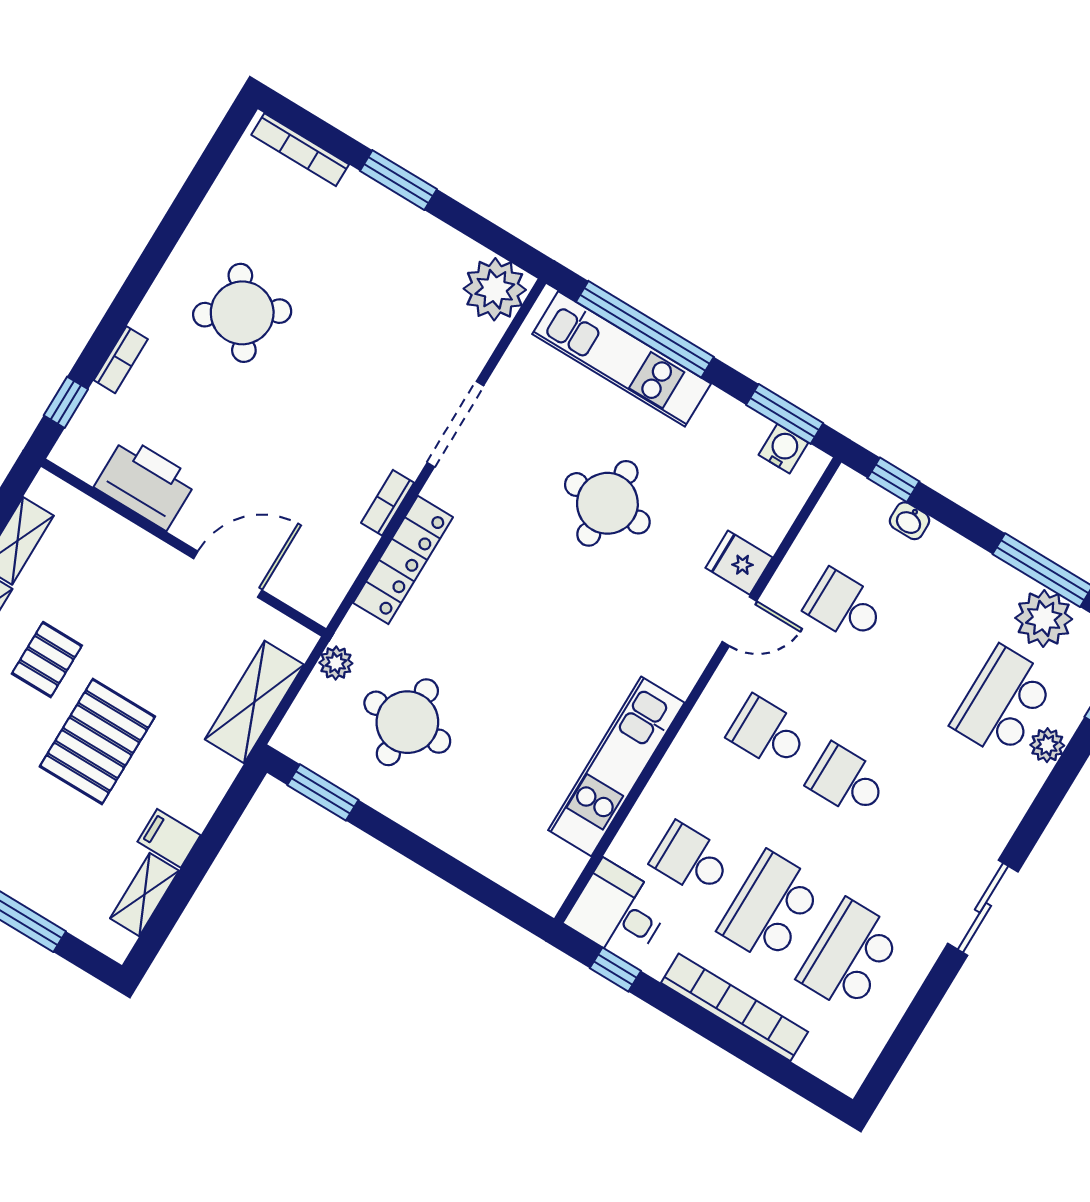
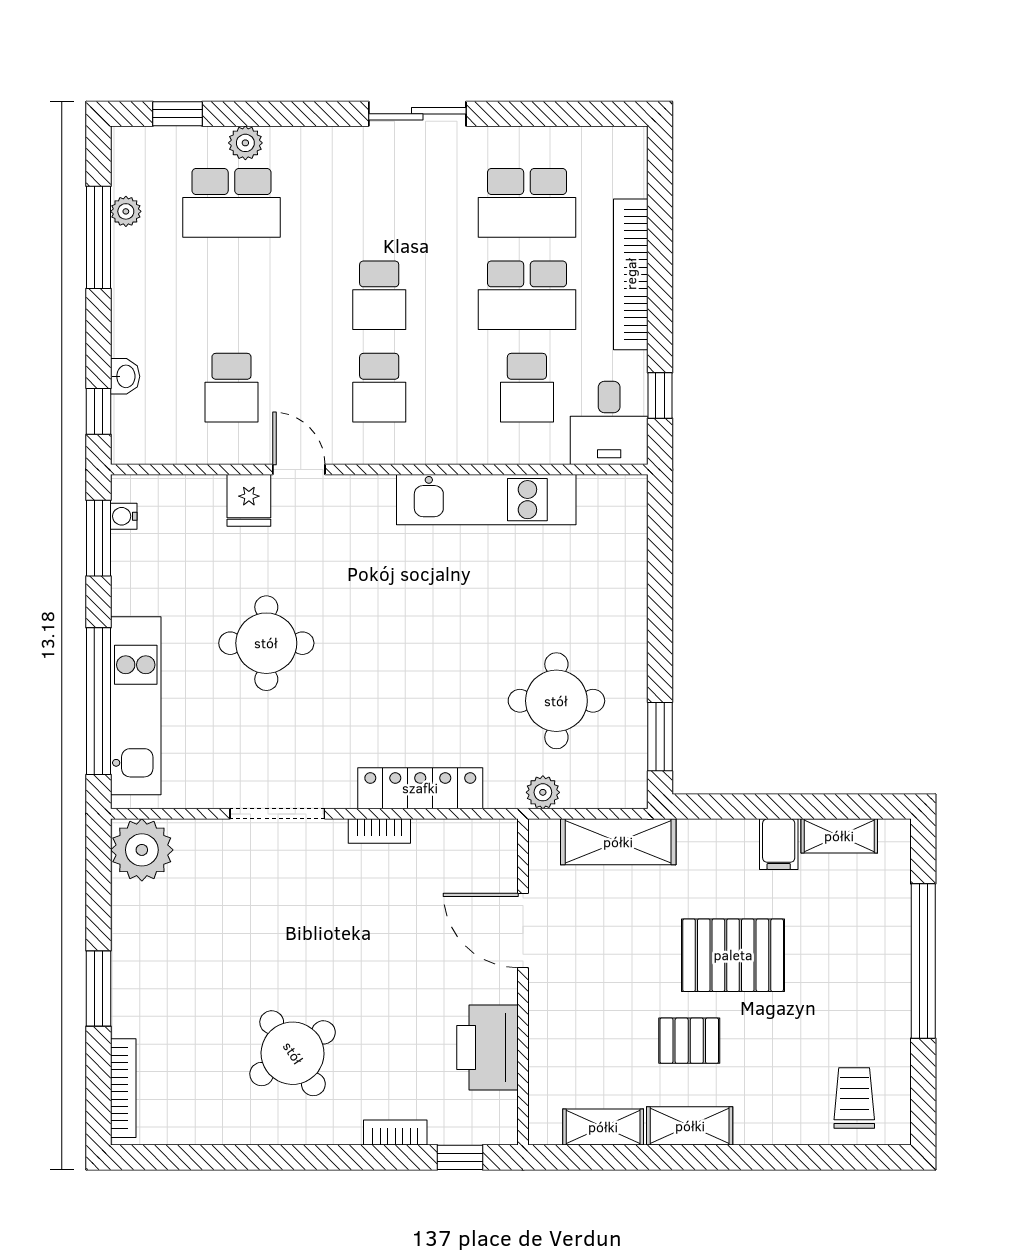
water cooler: (783, 449) -> (124, 516), width x0.72, depth x0.72
plant: (1044, 618) -> (126, 211), width x0.53, depth x0.53

